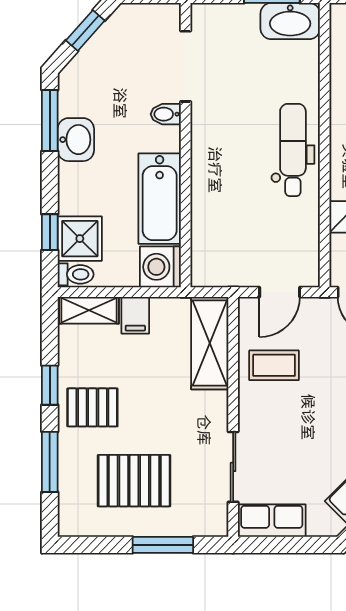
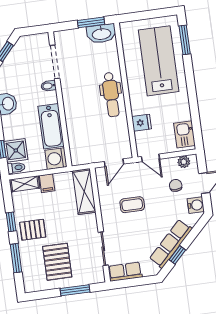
dental chair: (293, 150) -> (111, 95), turned 180
coffee table: (274, 365) -> (132, 205), moved
pallet: (134, 481) -> (57, 262), turned 90

